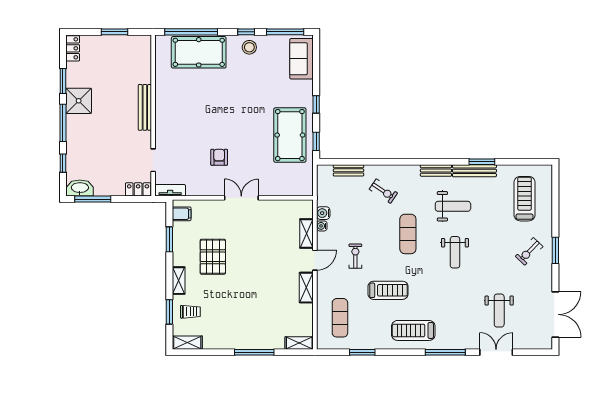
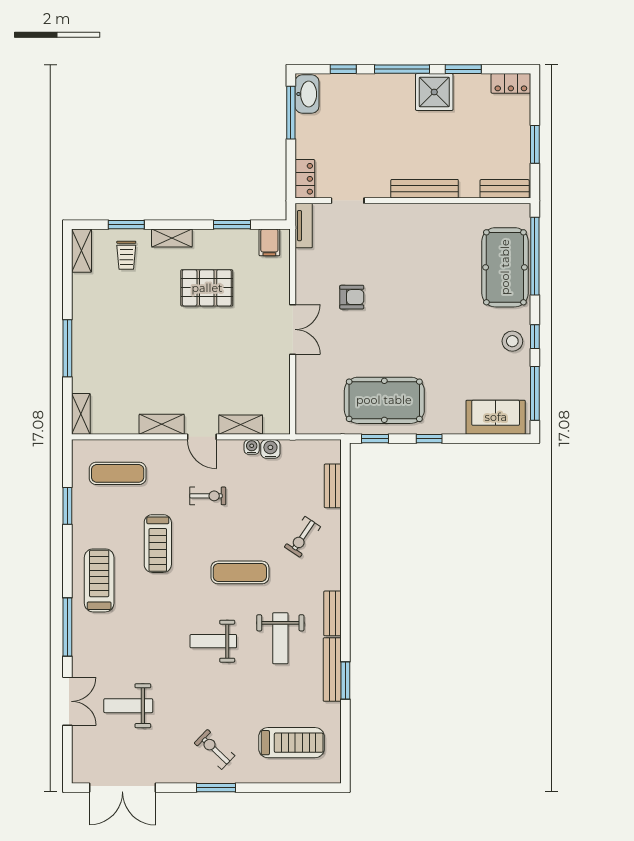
bench: (145, 53) -> (505, 189), added

